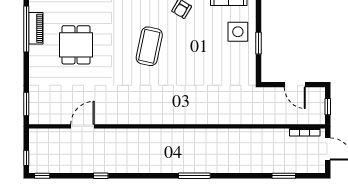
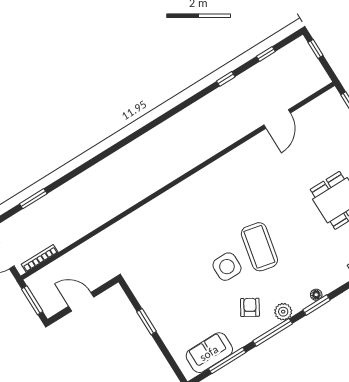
side table: (238, 32) -> (227, 267), moved
window: (328, 107) -> (32, 300), width x1.50
window: (42, 176) -> (266, 54), moved
window: (194, 176) -> (127, 140), removed

